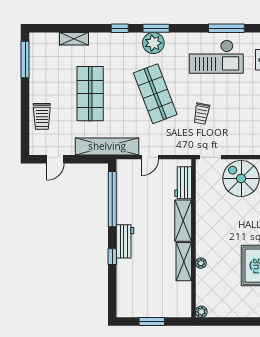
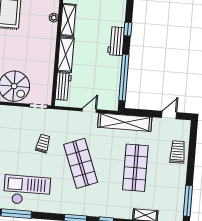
plant: (153, 43) -> (79, 206), removed

